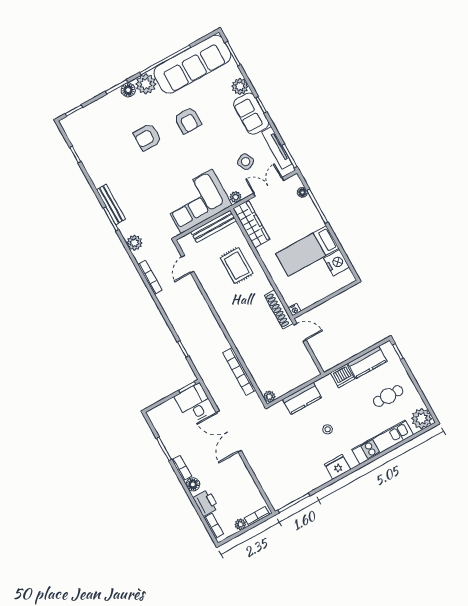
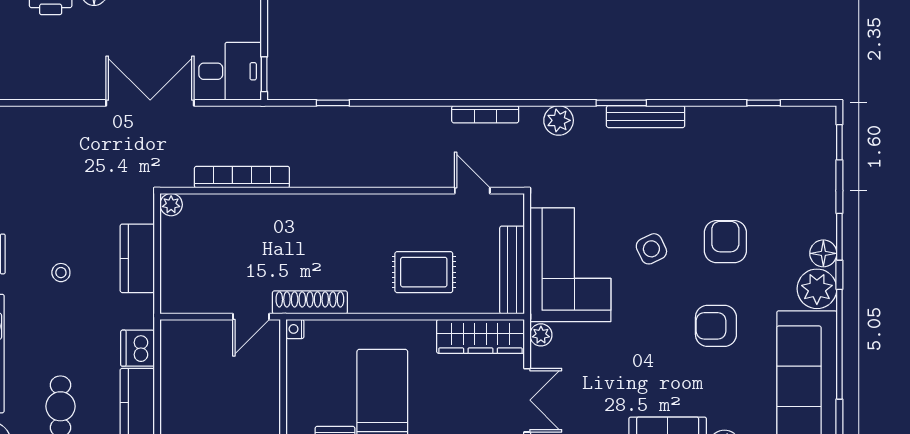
side table: (246, 162) -> (651, 249), moved

